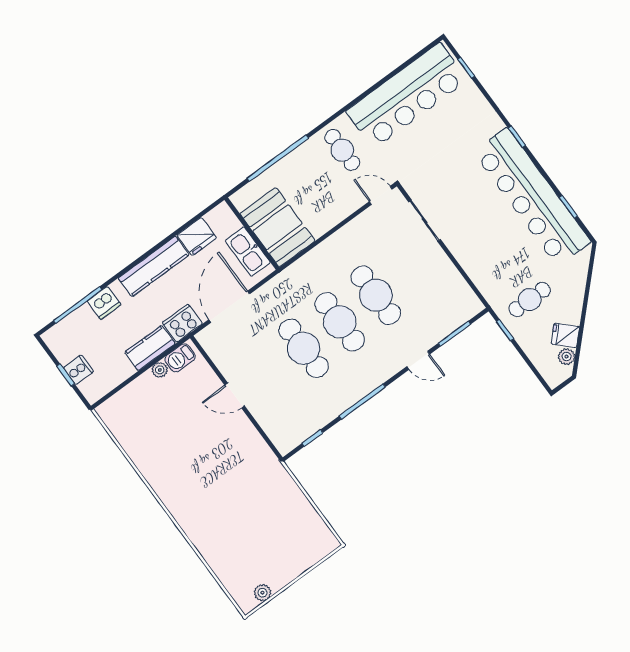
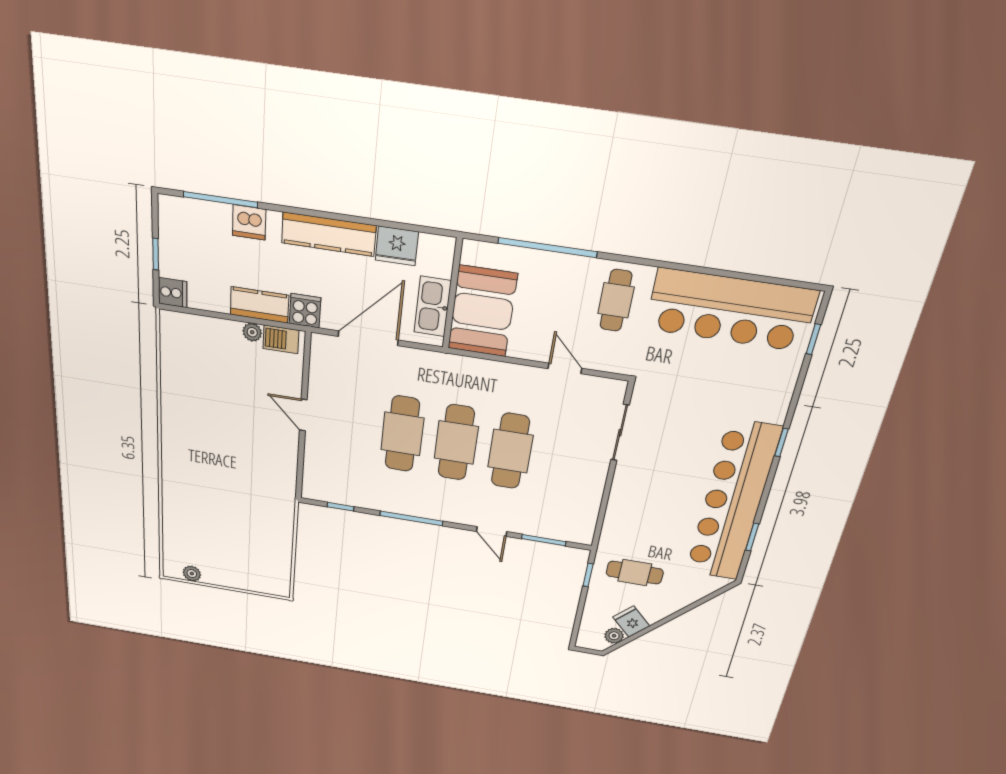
door: (381, 195) -> (565, 368), moved
cooker: (182, 323) -> (305, 311), width x0.73
cooker: (78, 370) -> (173, 293), moved

